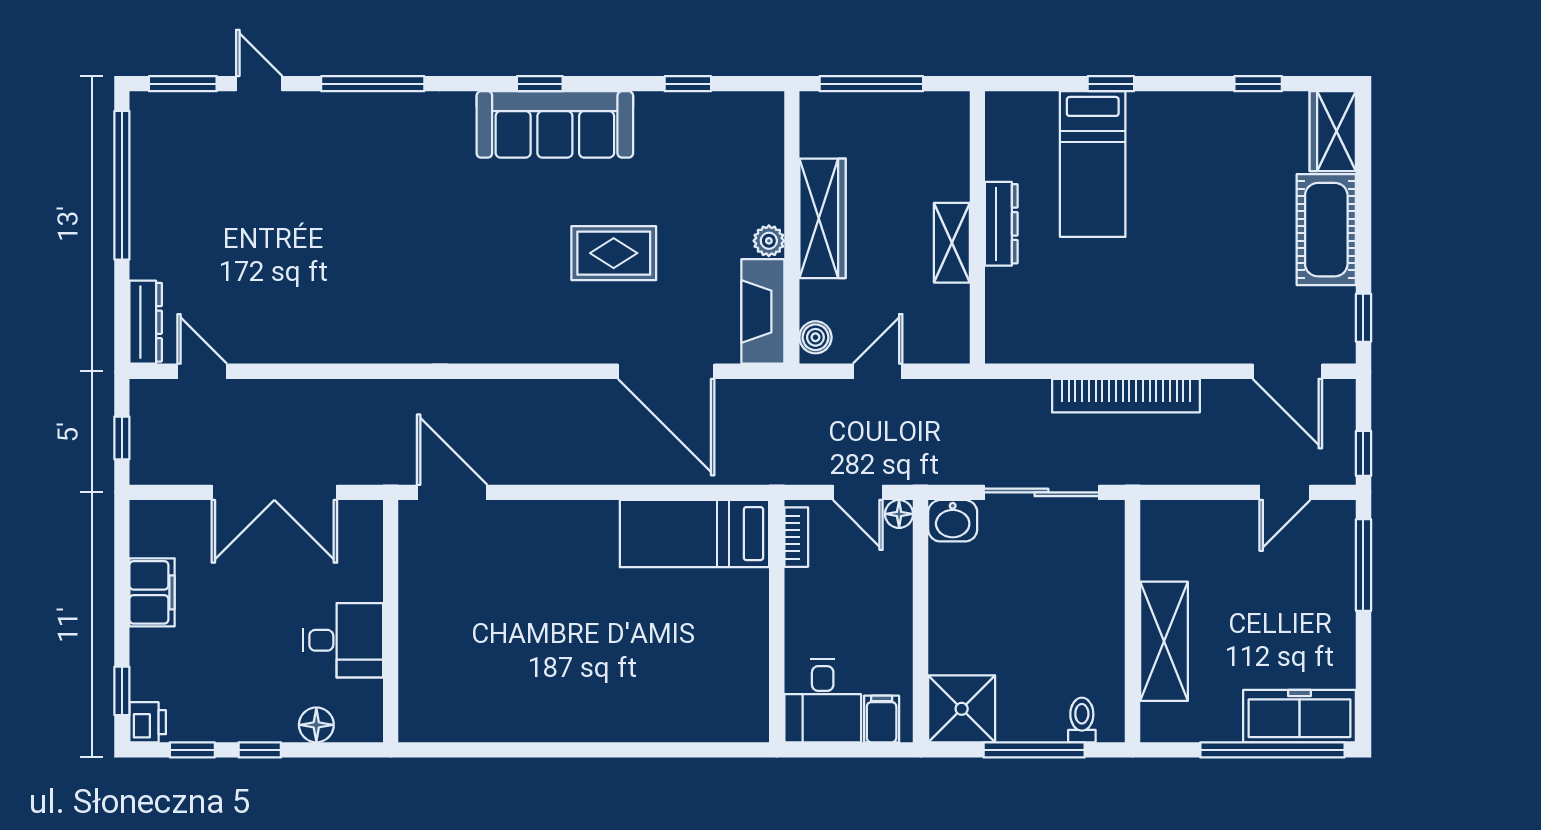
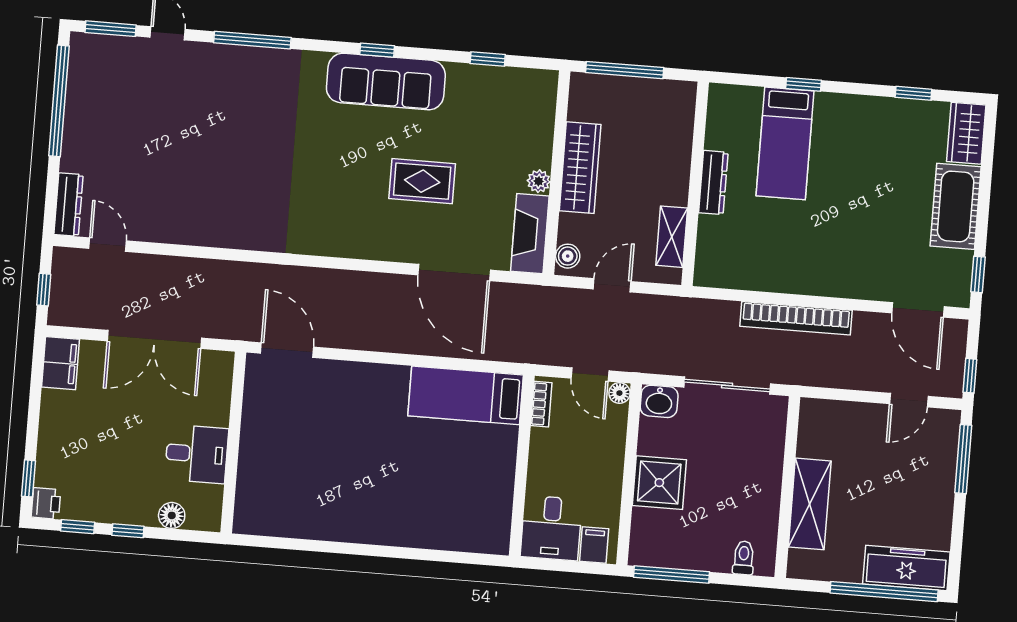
shelving: (952, 243) -> (672, 237), moved
filing cabinet: (152, 592) -> (61, 363), moved
shower: (962, 709) -> (659, 483), moved
window: (1034, 750) -> (671, 574), moved

